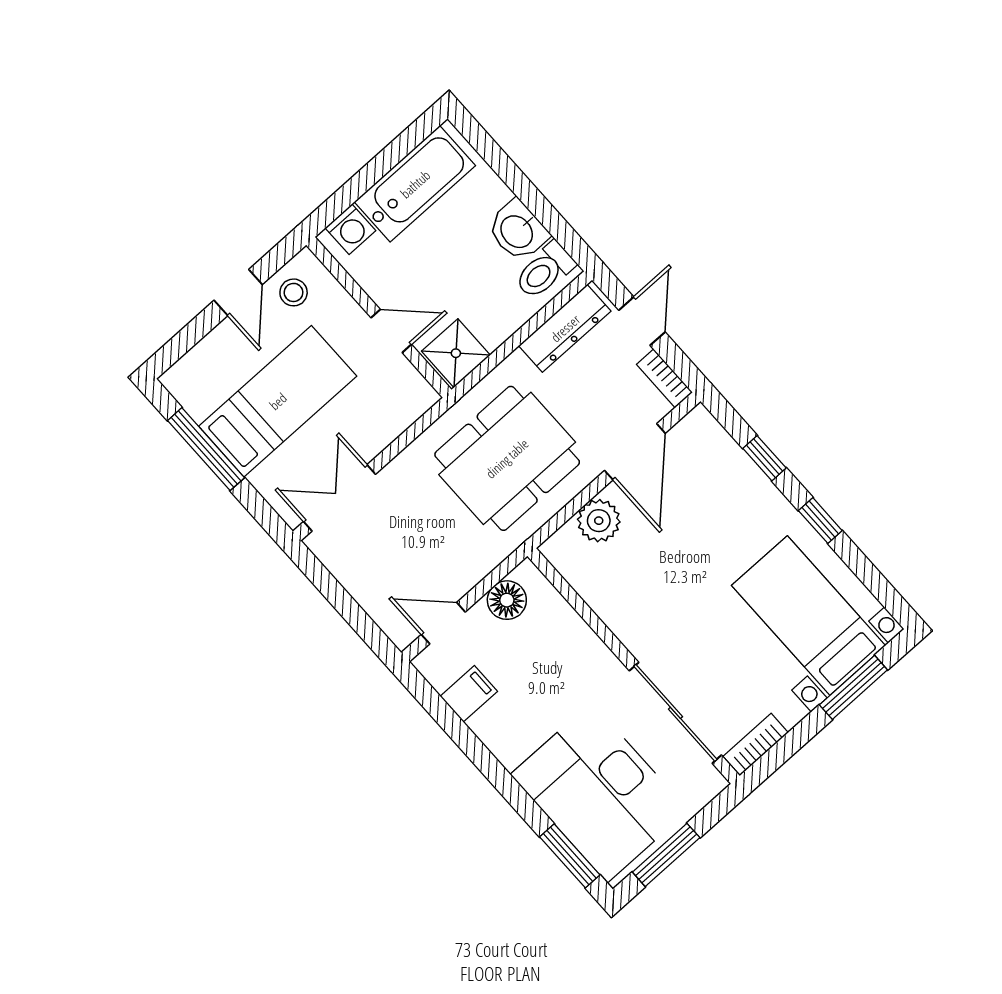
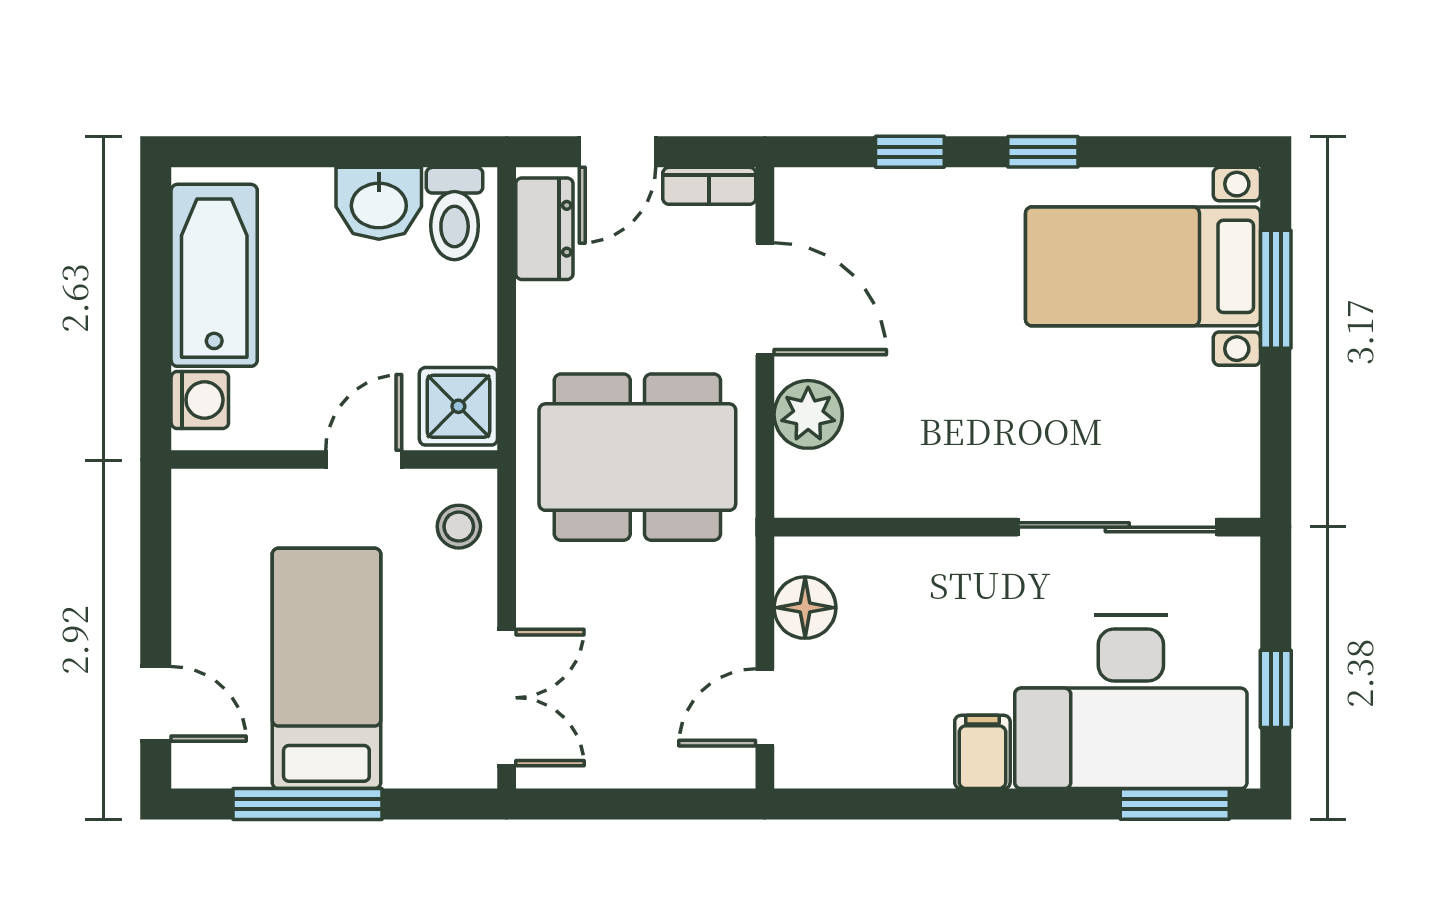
door: (238, 292) -> (156, 704), moved
stool: (294, 292) -> (459, 527), moved
door: (642, 321) -> (618, 152), swing flipped
dresser: (565, 328) -> (544, 229), width x0.70
dining table: (507, 458) -> (637, 457), turned 90
double door: (339, 498) -> (507, 698), swing flipped
filing cabinet: (469, 694) -> (982, 752), moved
bookcase: (756, 744) -> (1240, 466), removed
window: (666, 855) -> (1276, 689), width x0.67

